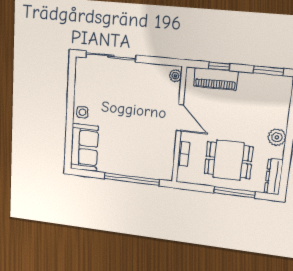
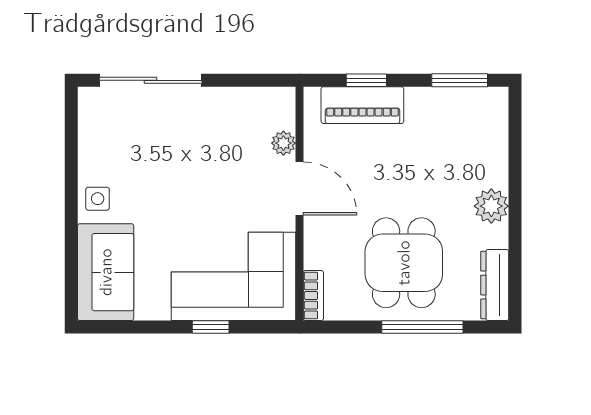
plant: (175, 76) -> (283, 143), moved
bookcase: (184, 154) -> (313, 295), moved
corner sofa: (144, 157) -> (234, 276), added
dining table: (228, 160) -> (404, 263), turned 90
window: (132, 179) -> (211, 327), width x0.32

